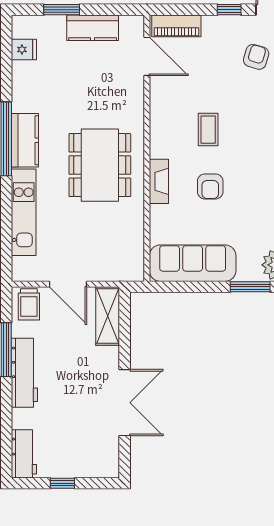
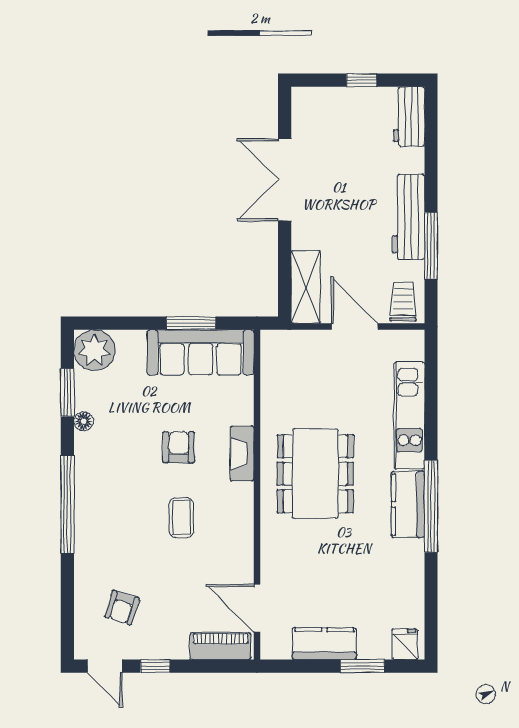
fridge: (24, 49) -> (405, 644), moved, turned 90
window: (250, 287) -> (191, 323), moved

